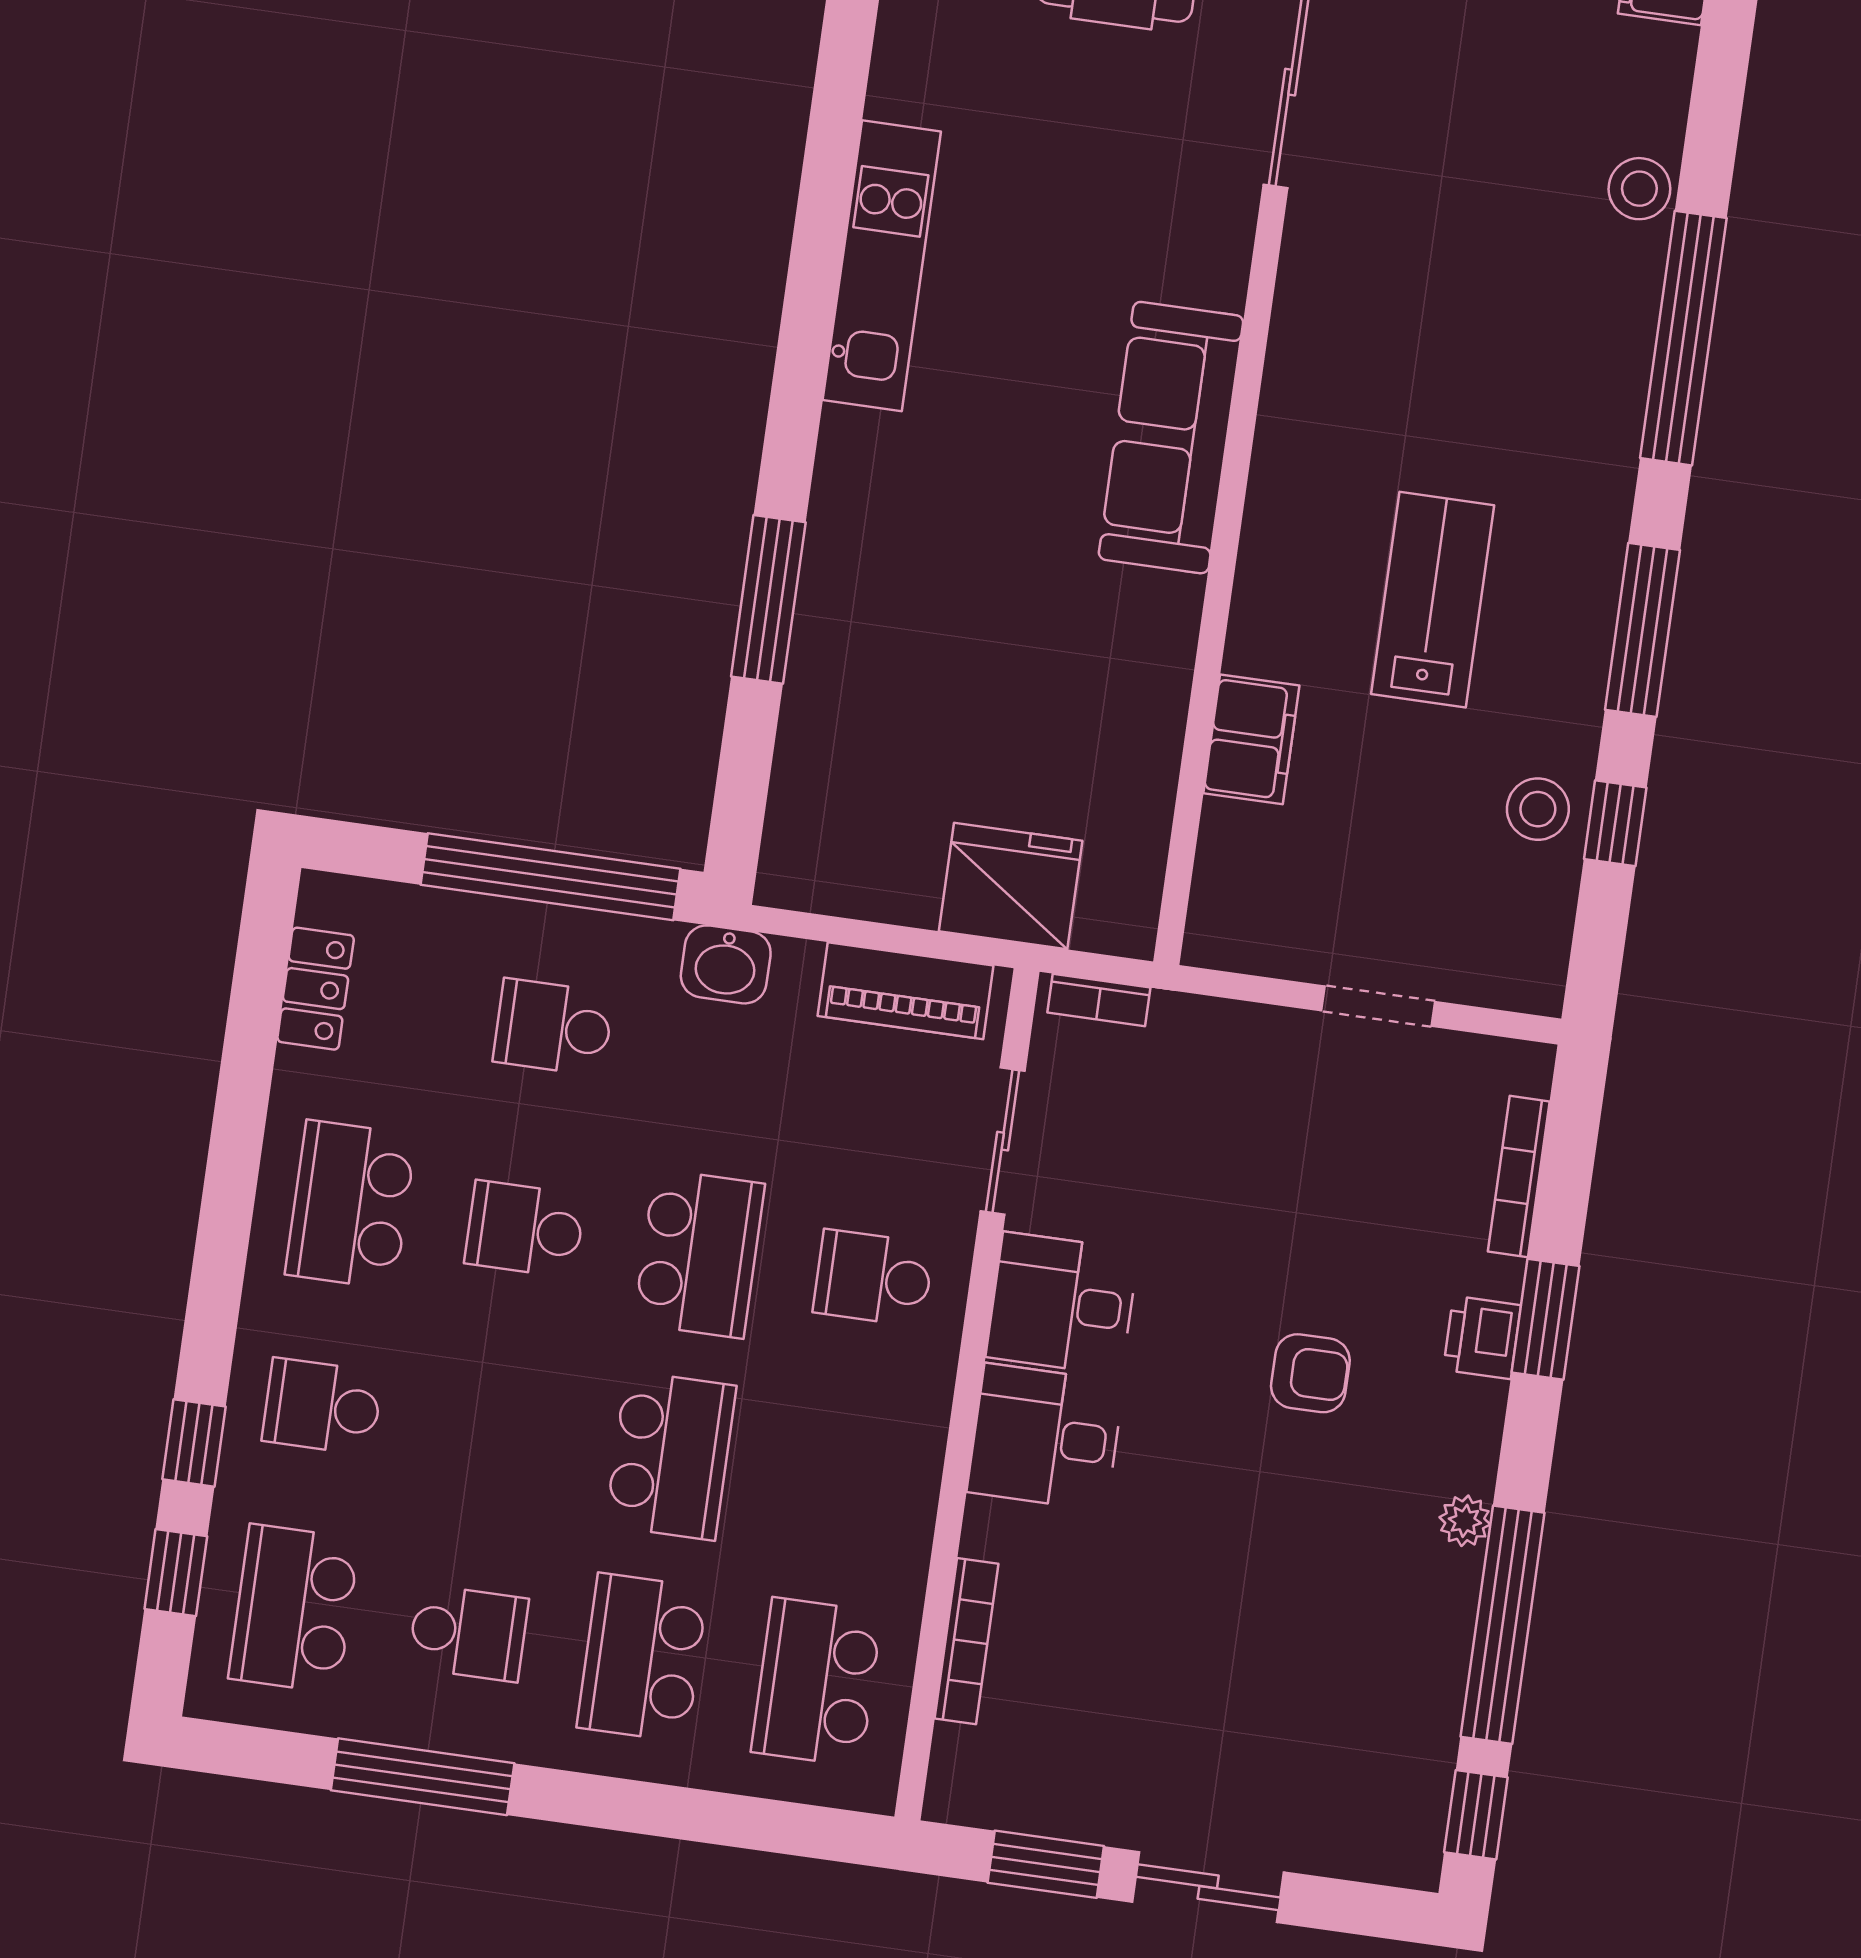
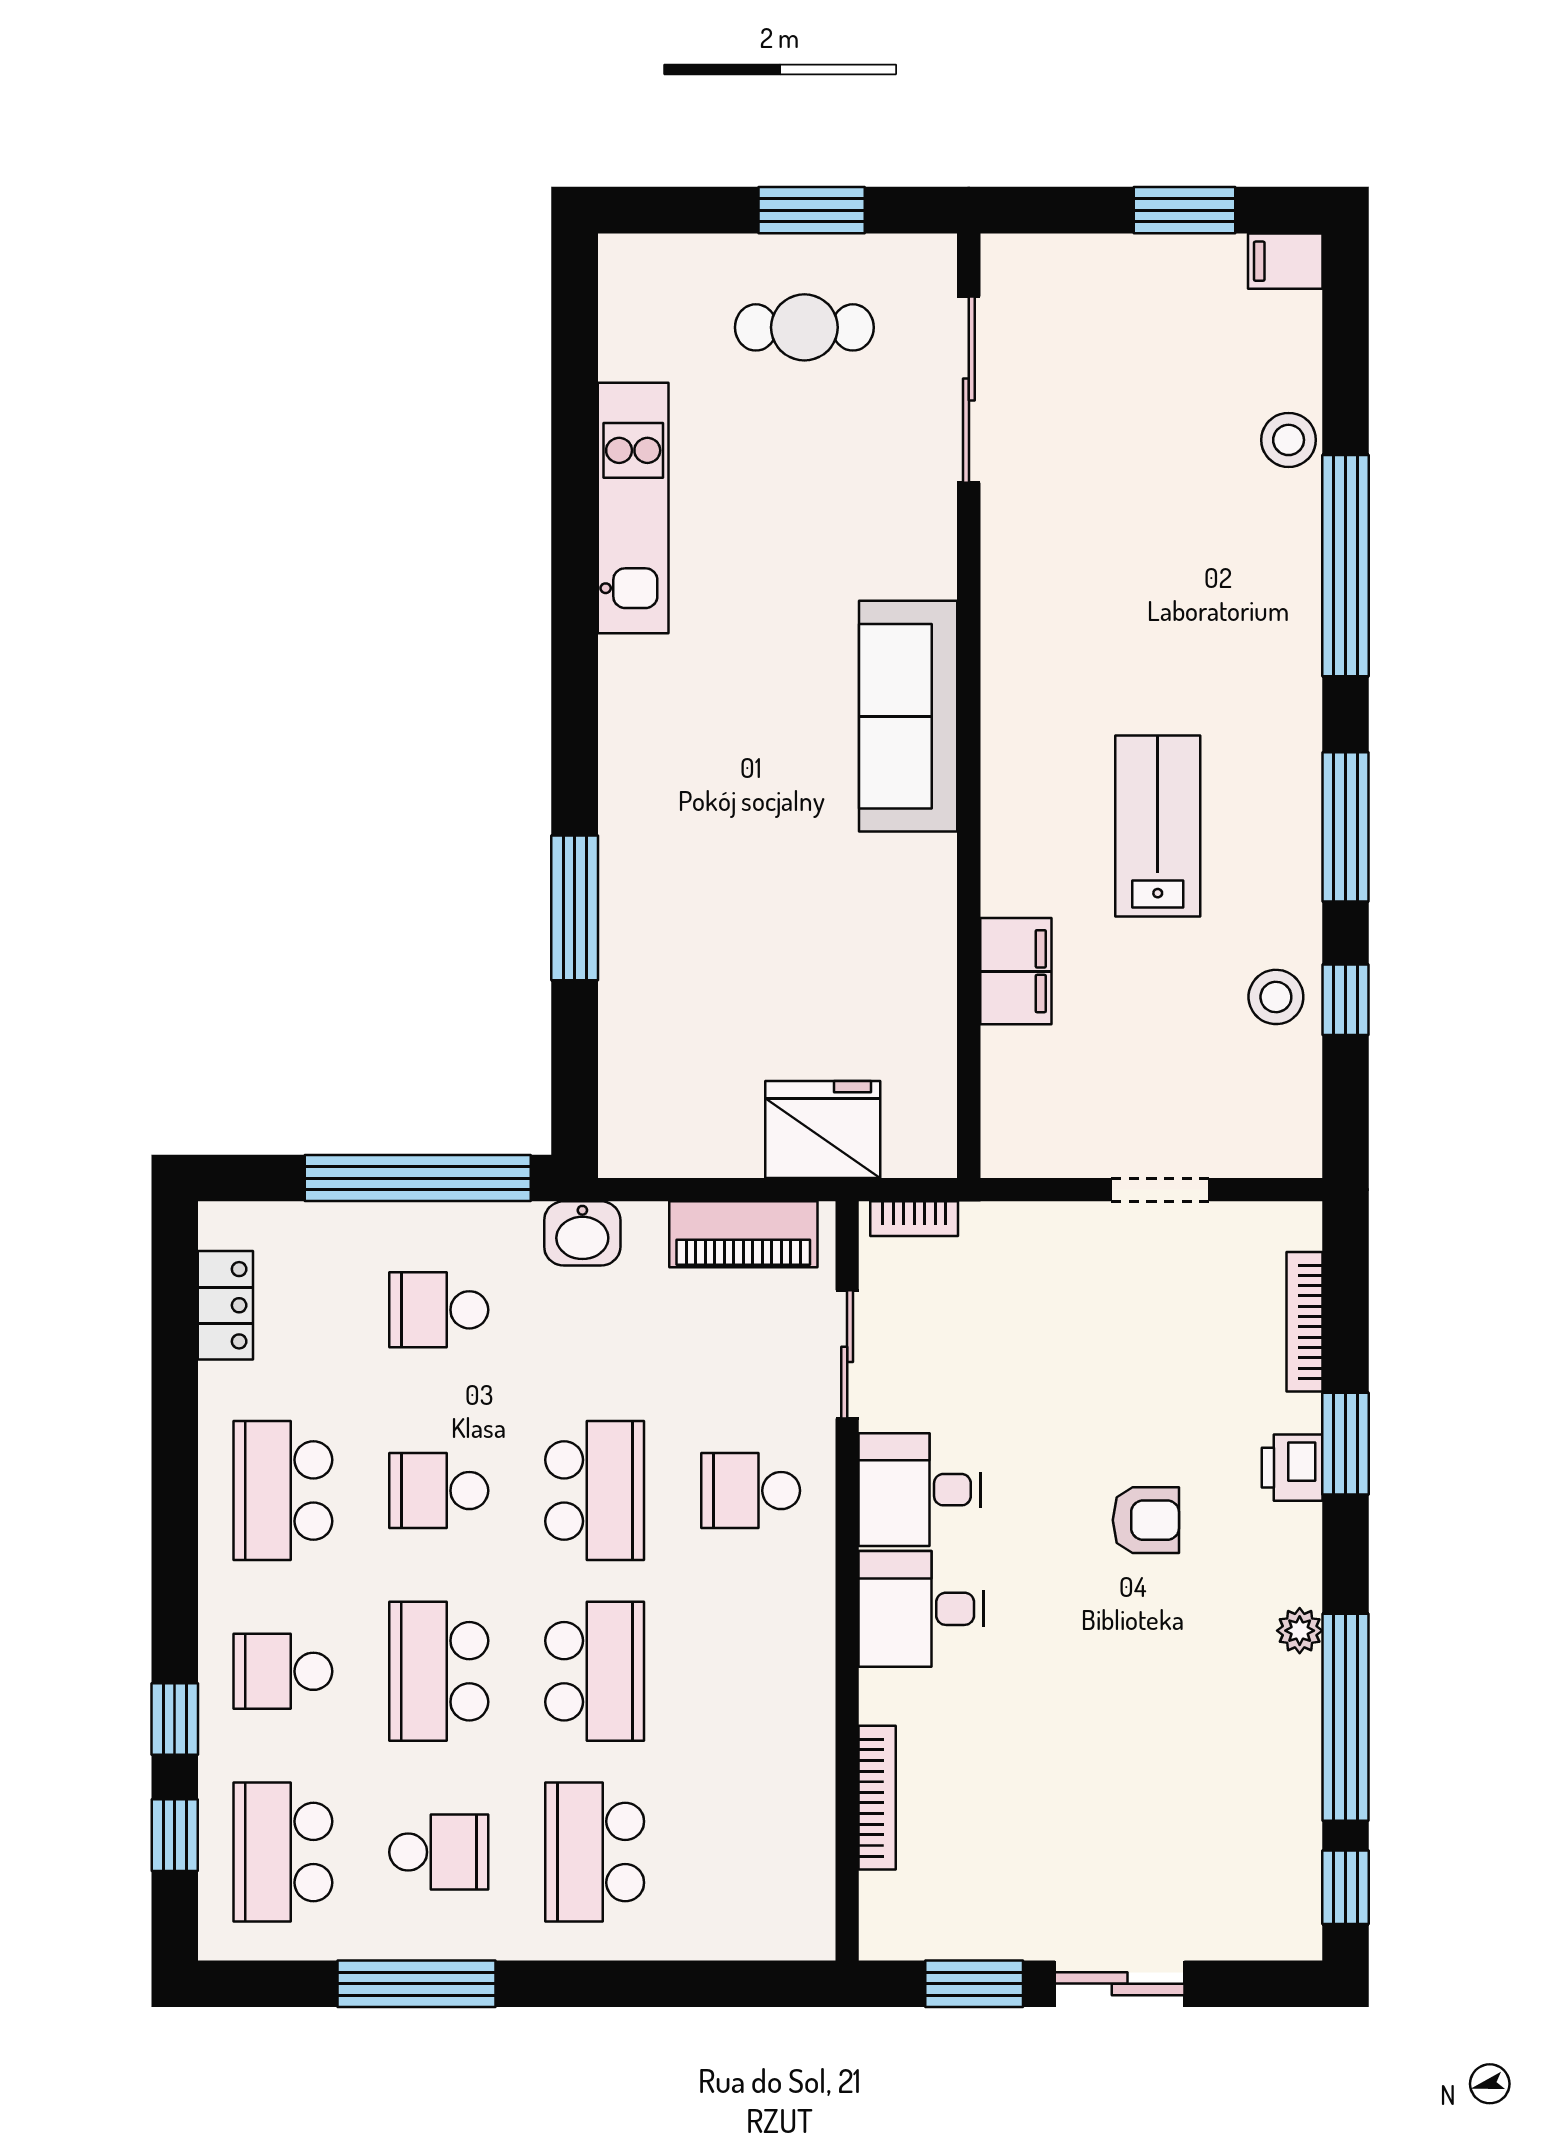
kitchen unit: (882, 266) -> (633, 508), moved
school desk: (817, 1682) -> (439, 1671), moved

